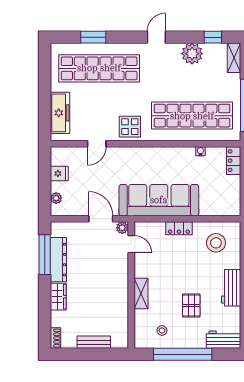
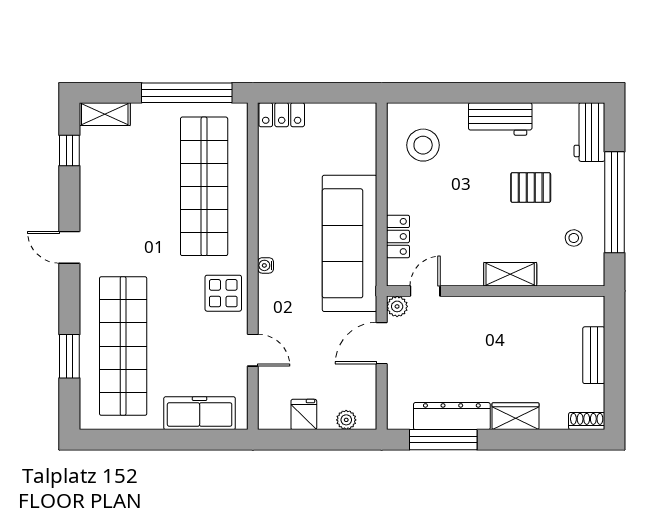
plant: (192, 54) -> (98, 186), removed
water cooler: (200, 151) -> (266, 265), moved
locker: (179, 228) -> (398, 236), moved

